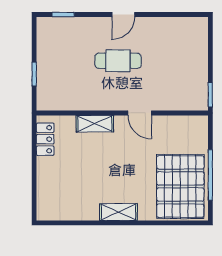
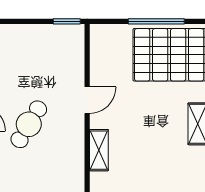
cafe table: (118, 61) -> (29, 124), turned 31

